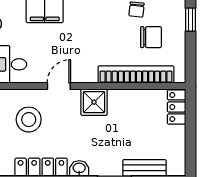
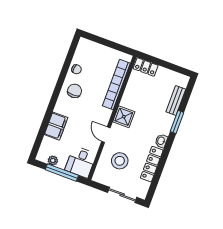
window: (190, 20) -> (95, 38), removed
chair: (151, 37) -> (75, 91), moved

